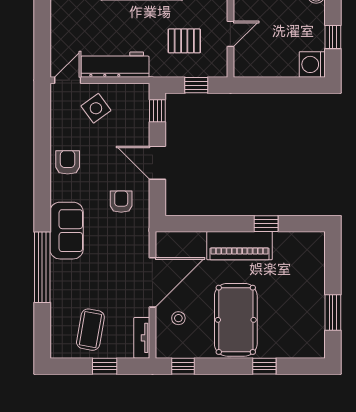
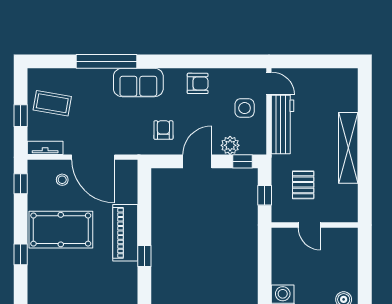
side table: (96, 108) -> (245, 108), turned 36
plant: (139, 125) -> (230, 145), added
armchair: (121, 202) -> (163, 130), turned -90

